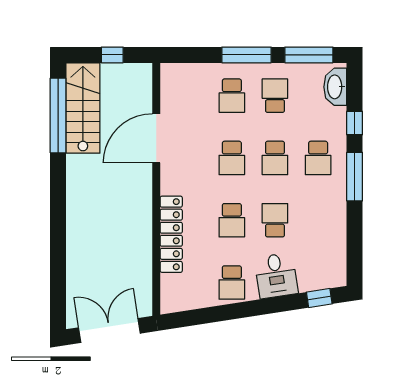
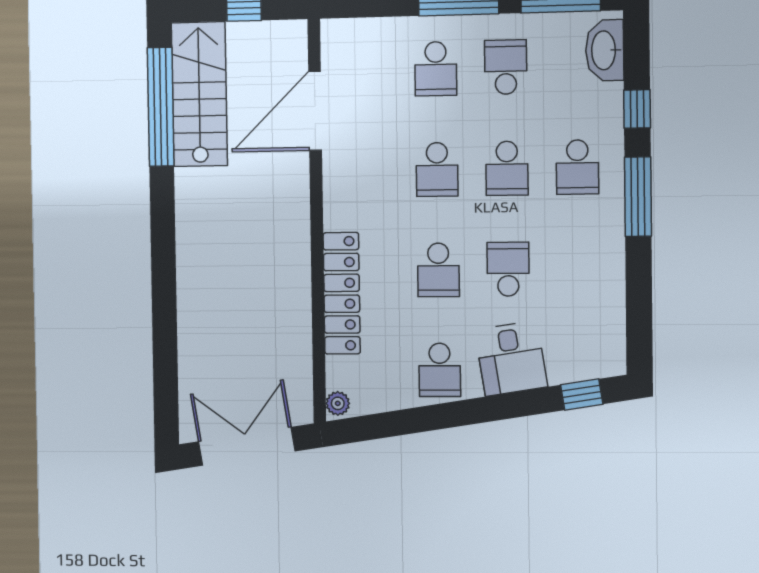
door: (156, 138) -> (315, 111), moved
plant: (168, 303) -> (338, 403), added

